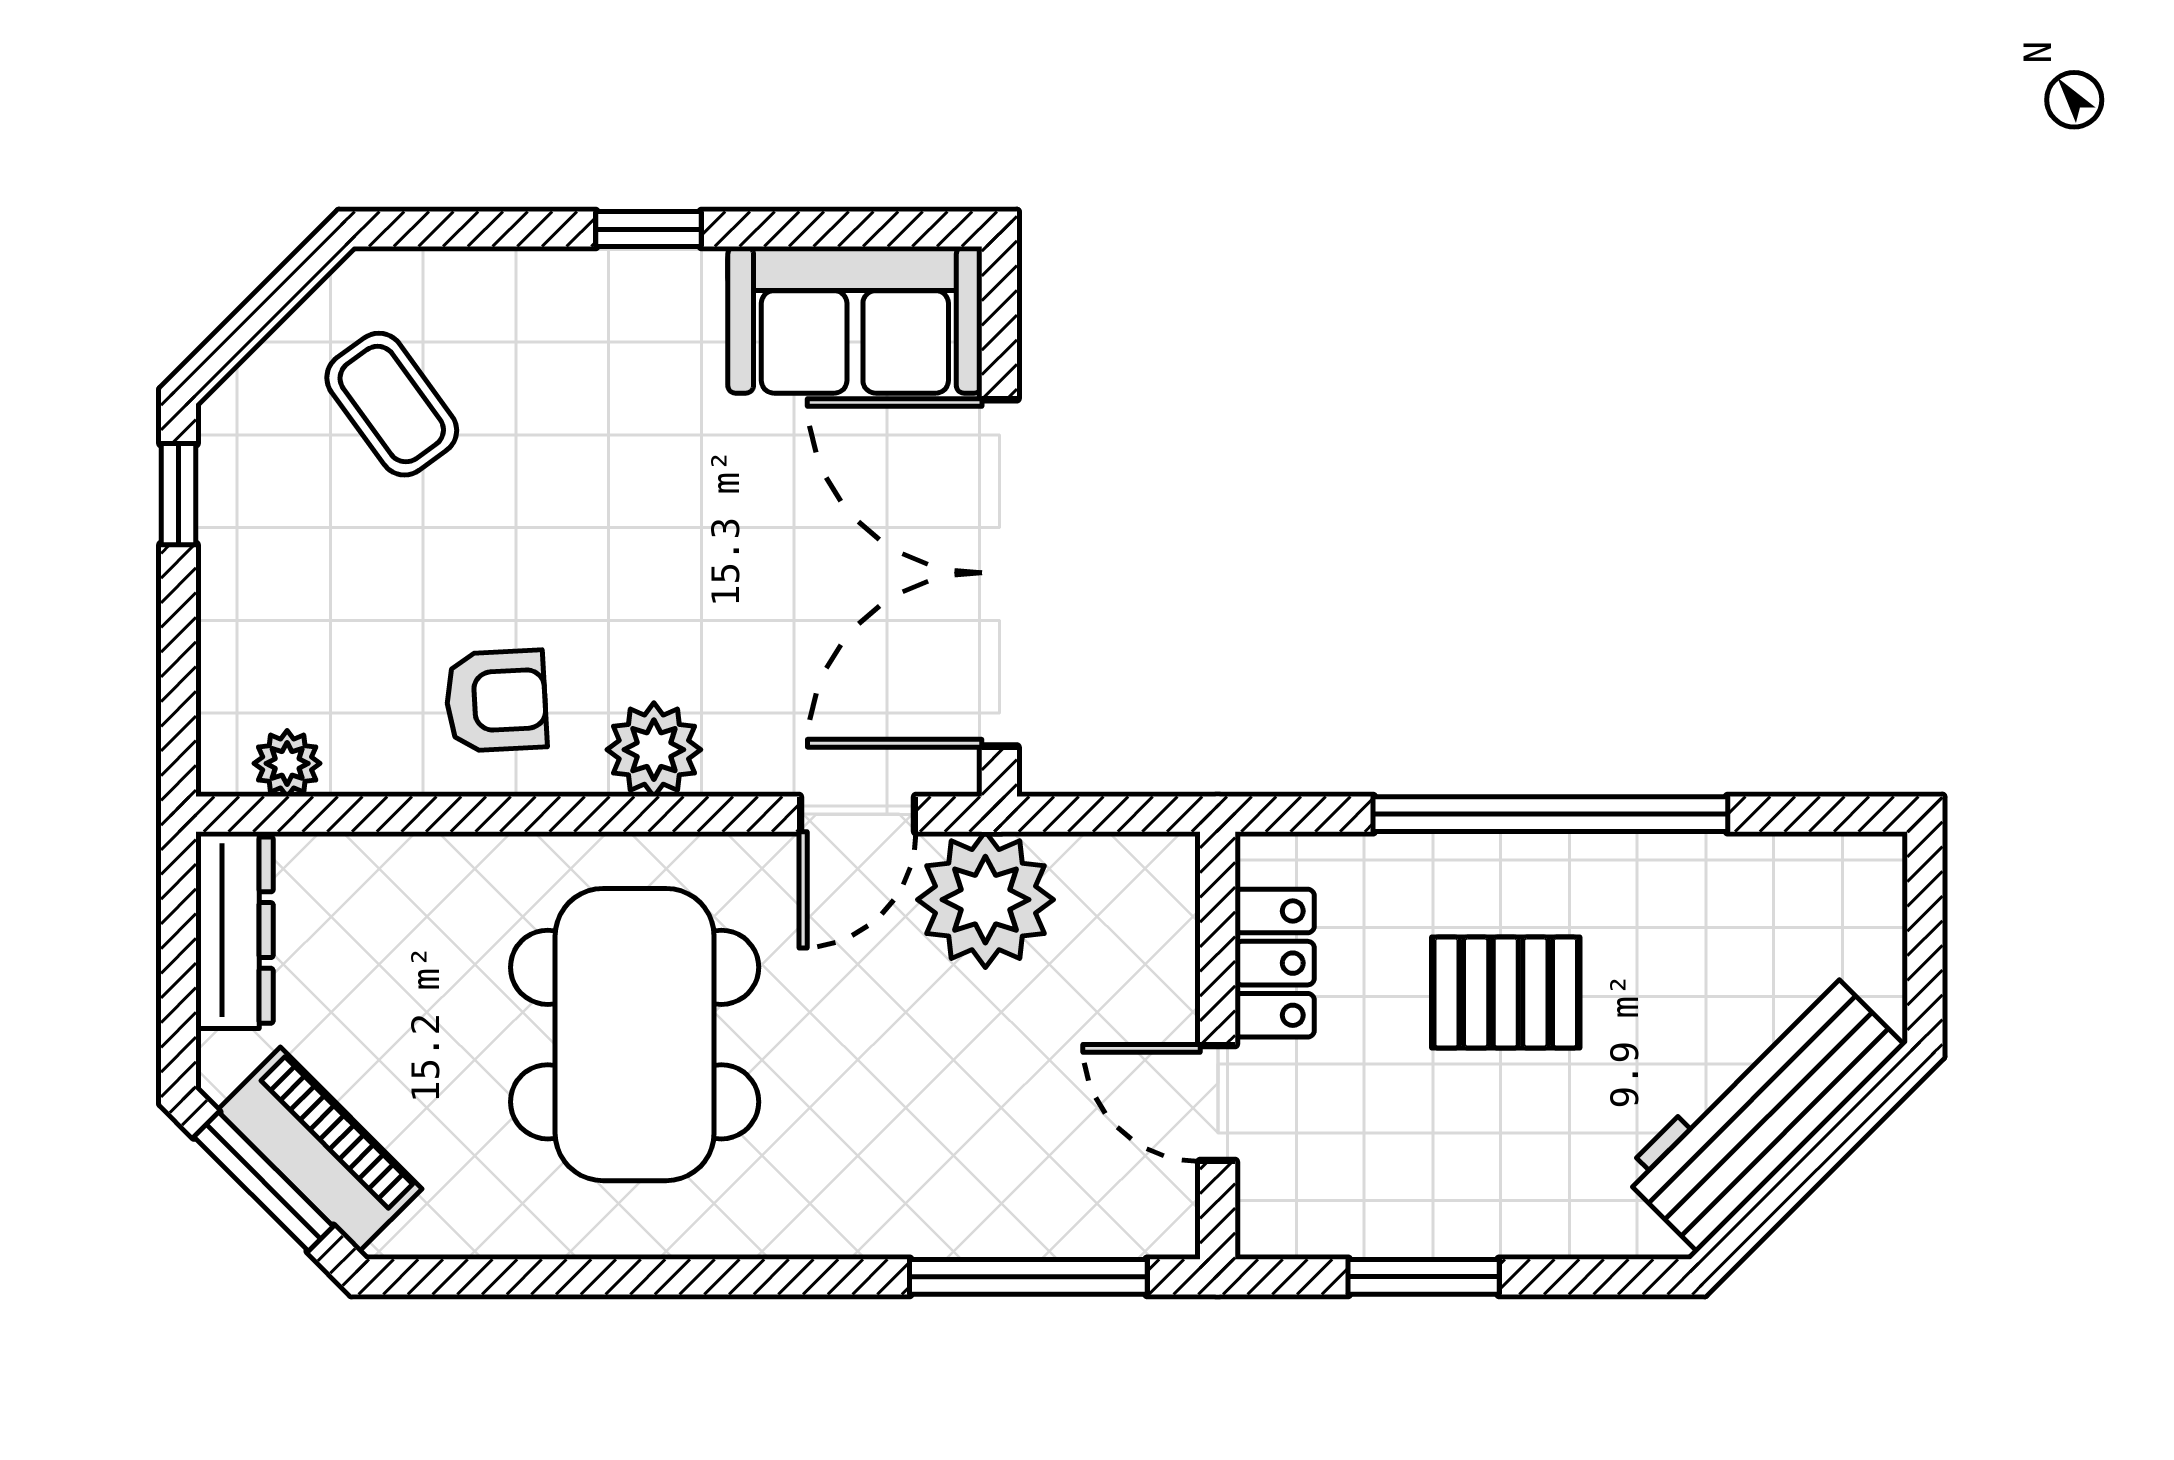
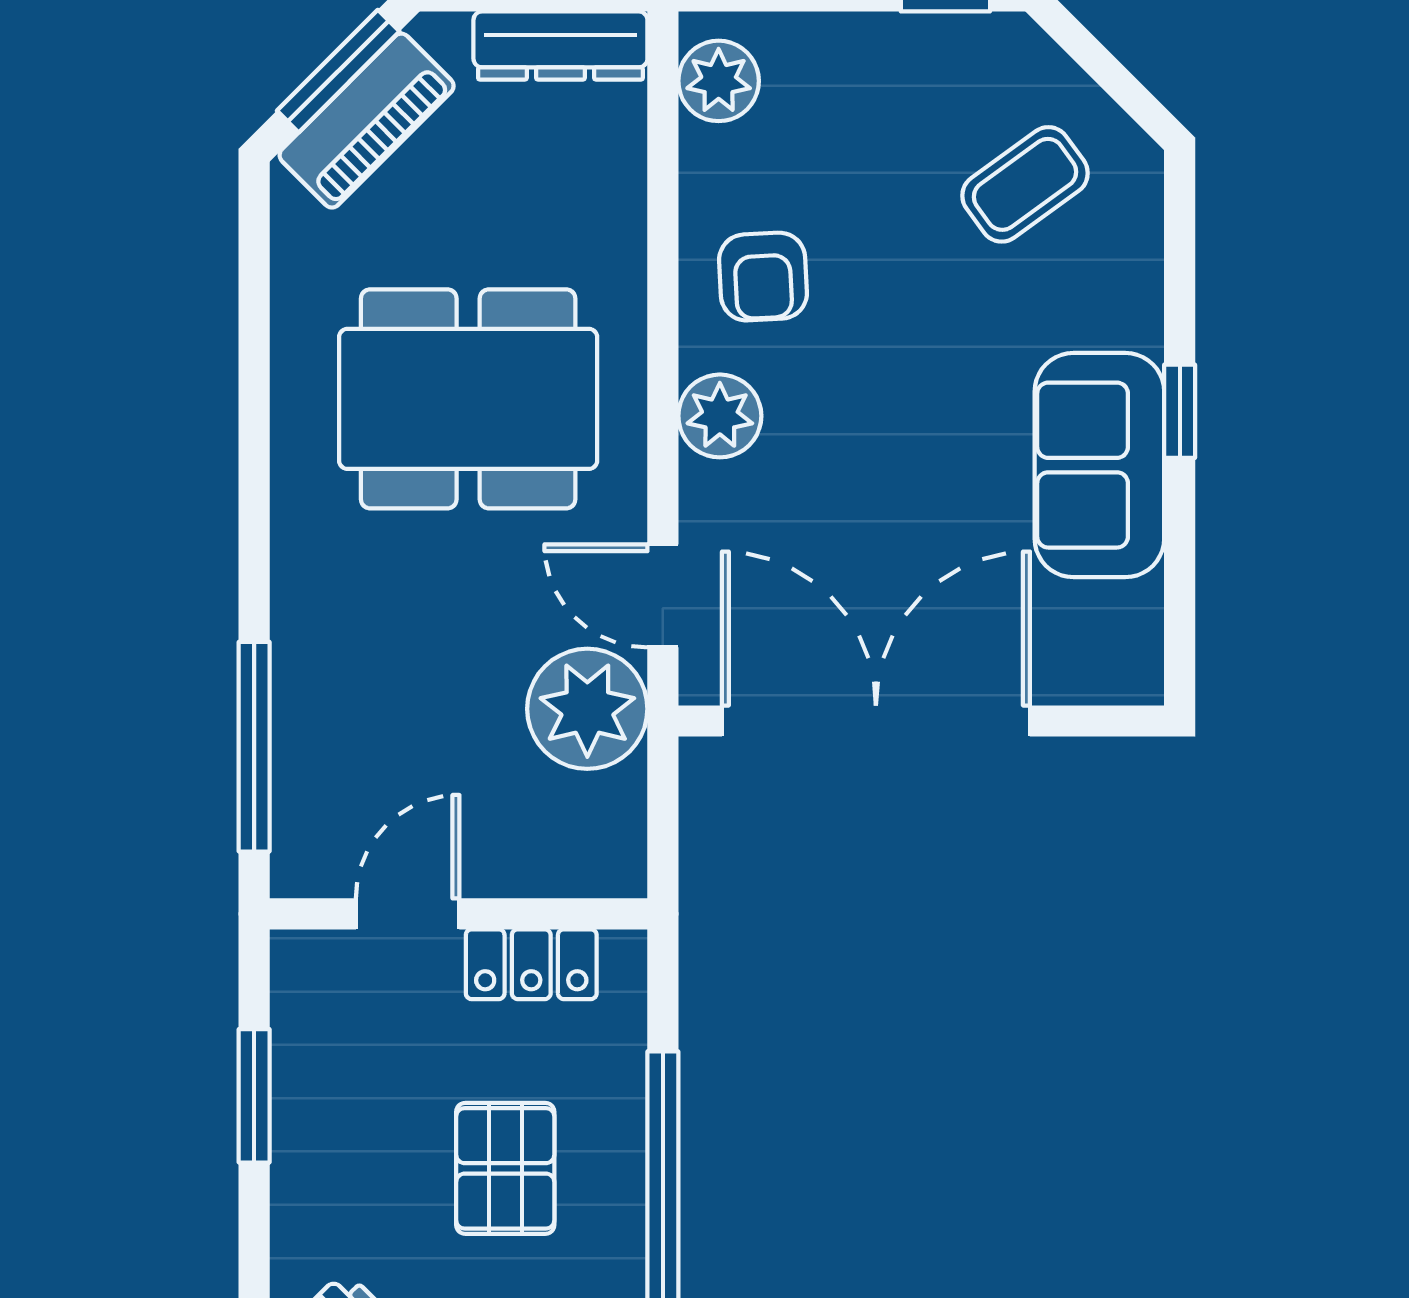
sofa: (855, 320) -> (1099, 465), moved
plant: (287, 763) -> (719, 81), width x1.38, depth x1.38

